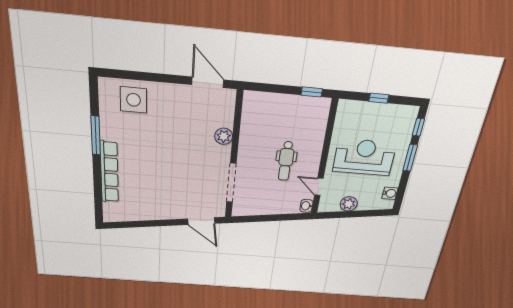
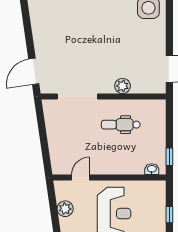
dental chair: (286, 161) -> (121, 125), moved
washbasin: (306, 206) -> (152, 169), moved

